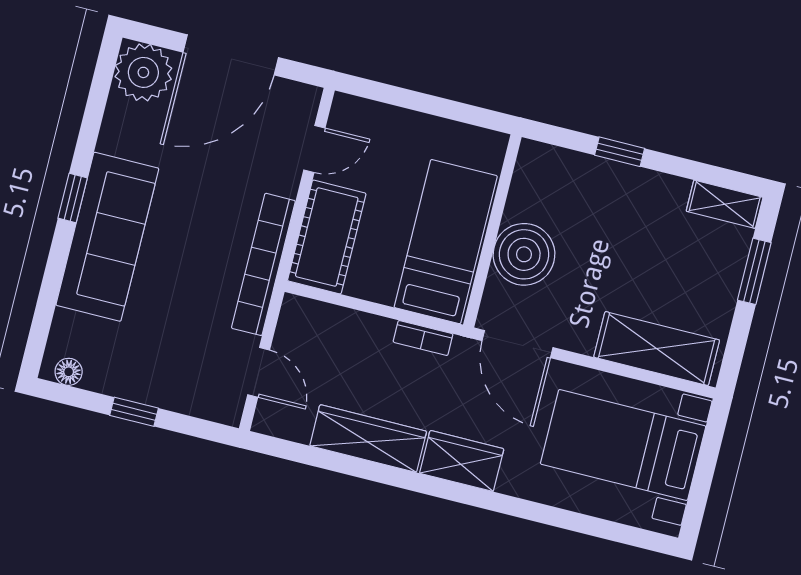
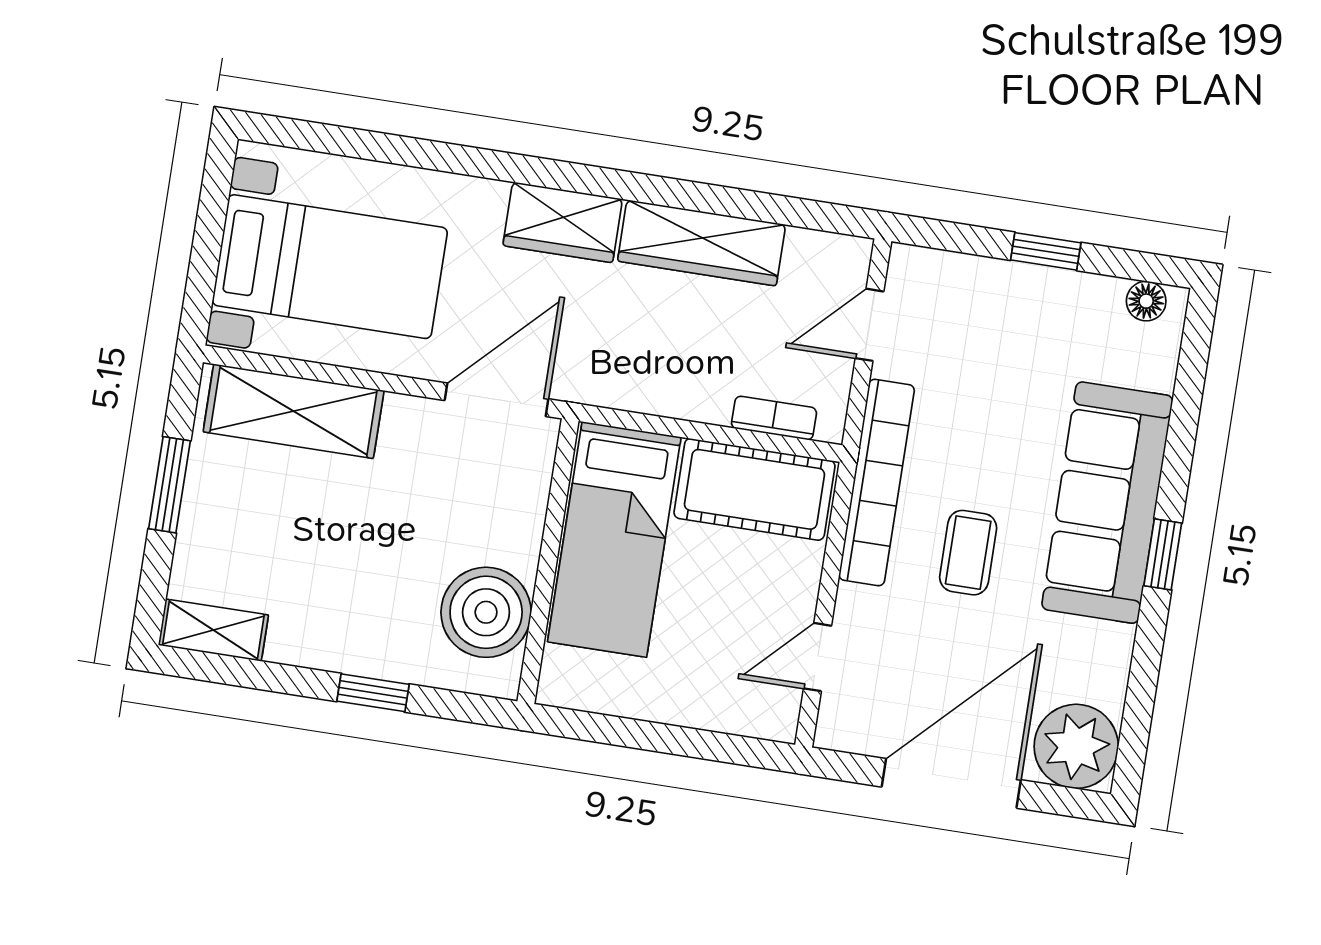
coffee table: (205, 211) -> (968, 553), added
cot: (327, 237) -> (754, 489), moved, turned 90
boiler: (524, 254) -> (486, 612), moved
window: (754, 271) -> (169, 485), moved
bookcase: (423, 338) -> (774, 418), moved
door: (518, 344) -> (496, 400), hinge flipped
door: (259, 372) -> (870, 325), hinge flipped

